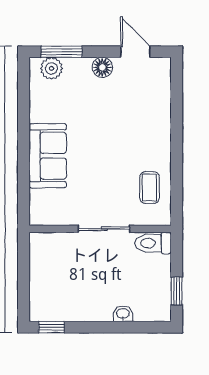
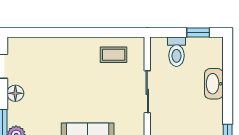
toilet: (153, 243) -> (176, 52), moved
washbasin: (123, 314) -> (214, 84), width x1.91, depth x1.45

